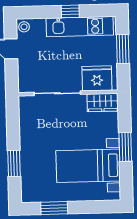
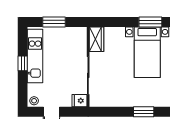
fridge: (97, 78) -> (79, 101), moved, width x0.53, depth x0.75
window: (125, 147) -> (150, 22), moved

